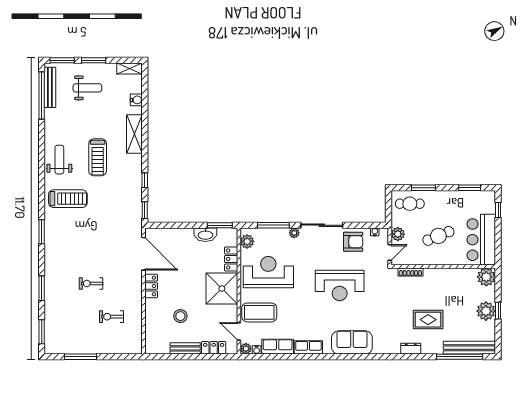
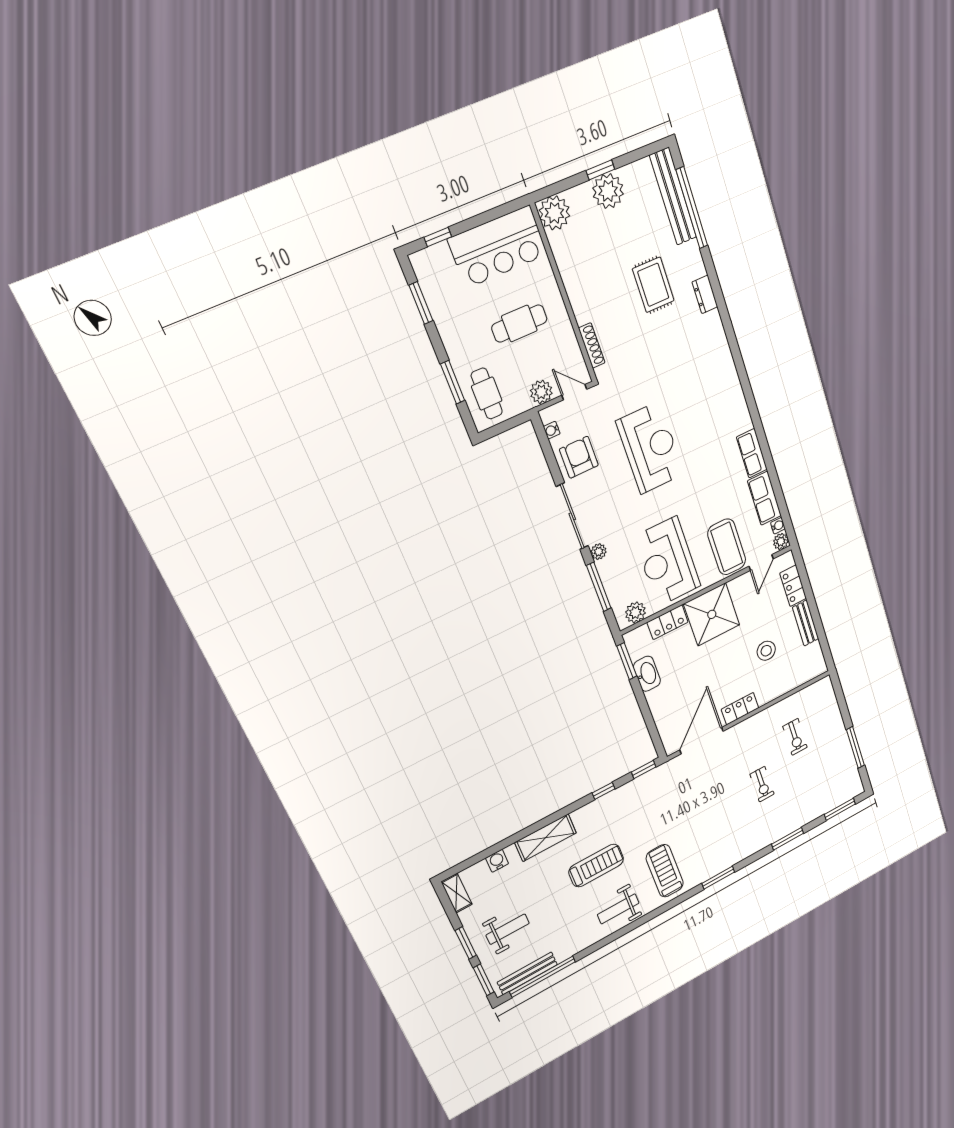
weight bench: (87, 88) -> (508, 929), turned 90
cafe table: (438, 236) -> (519, 323), turned -68
sofa: (352, 342) -> (725, 391), removed

